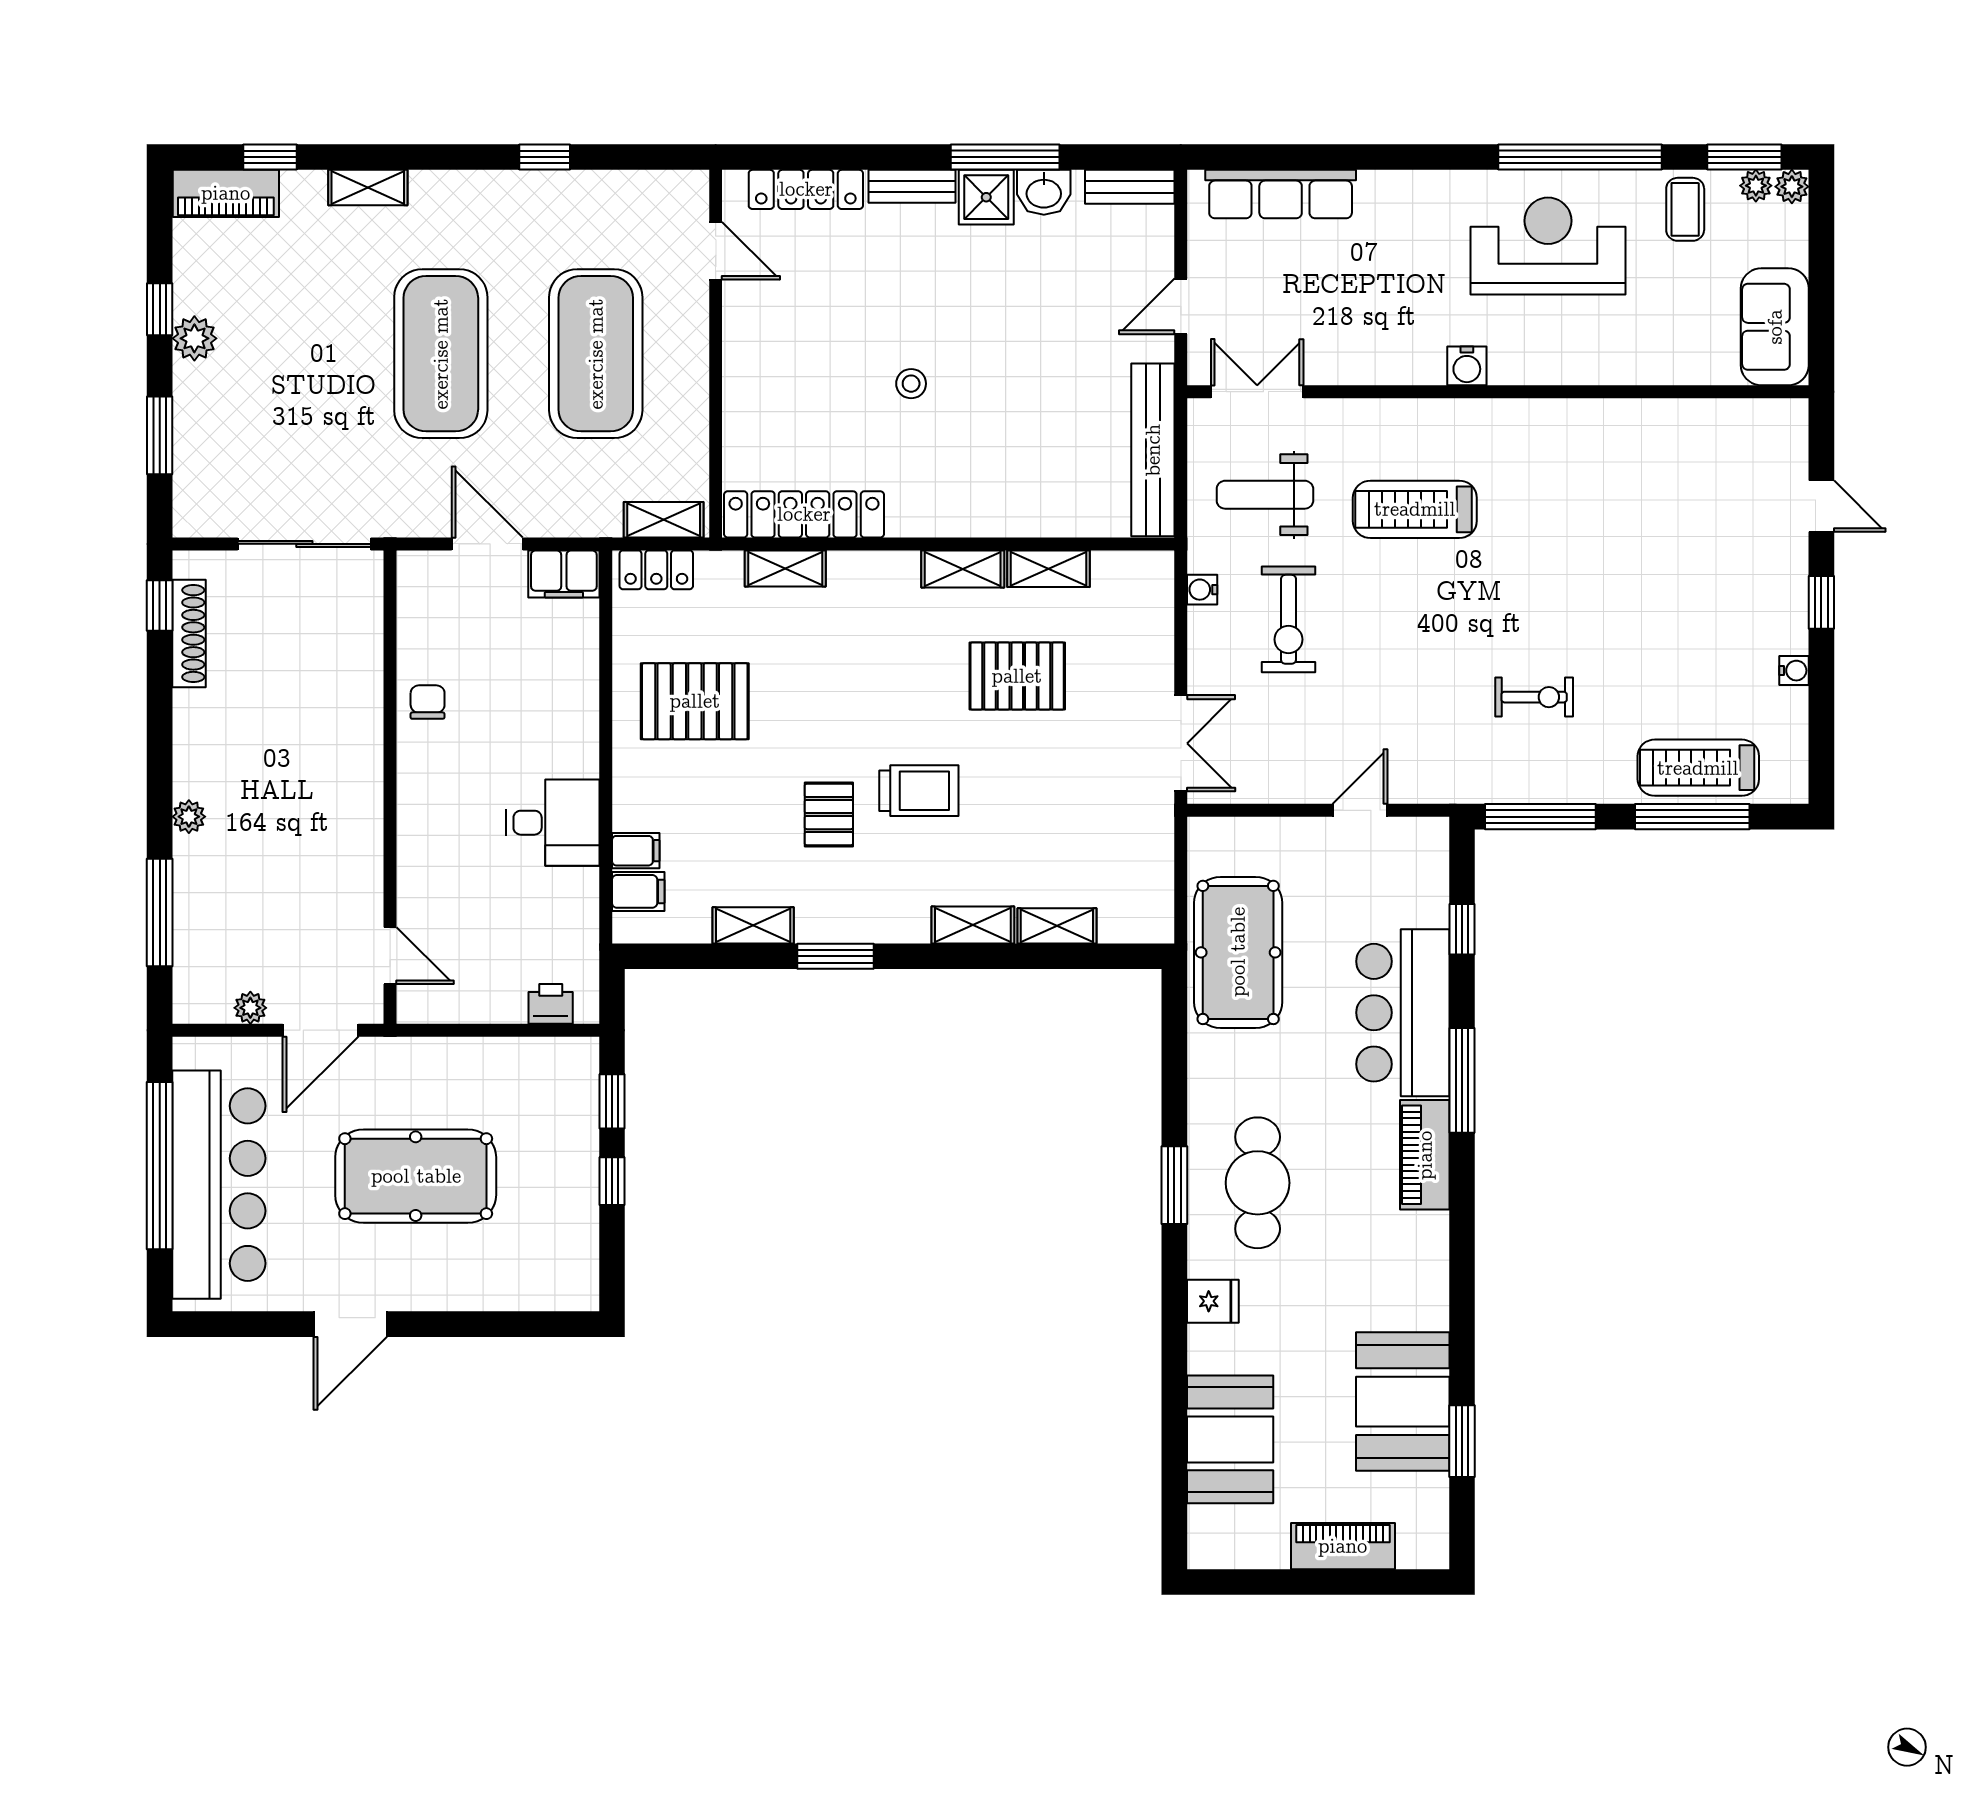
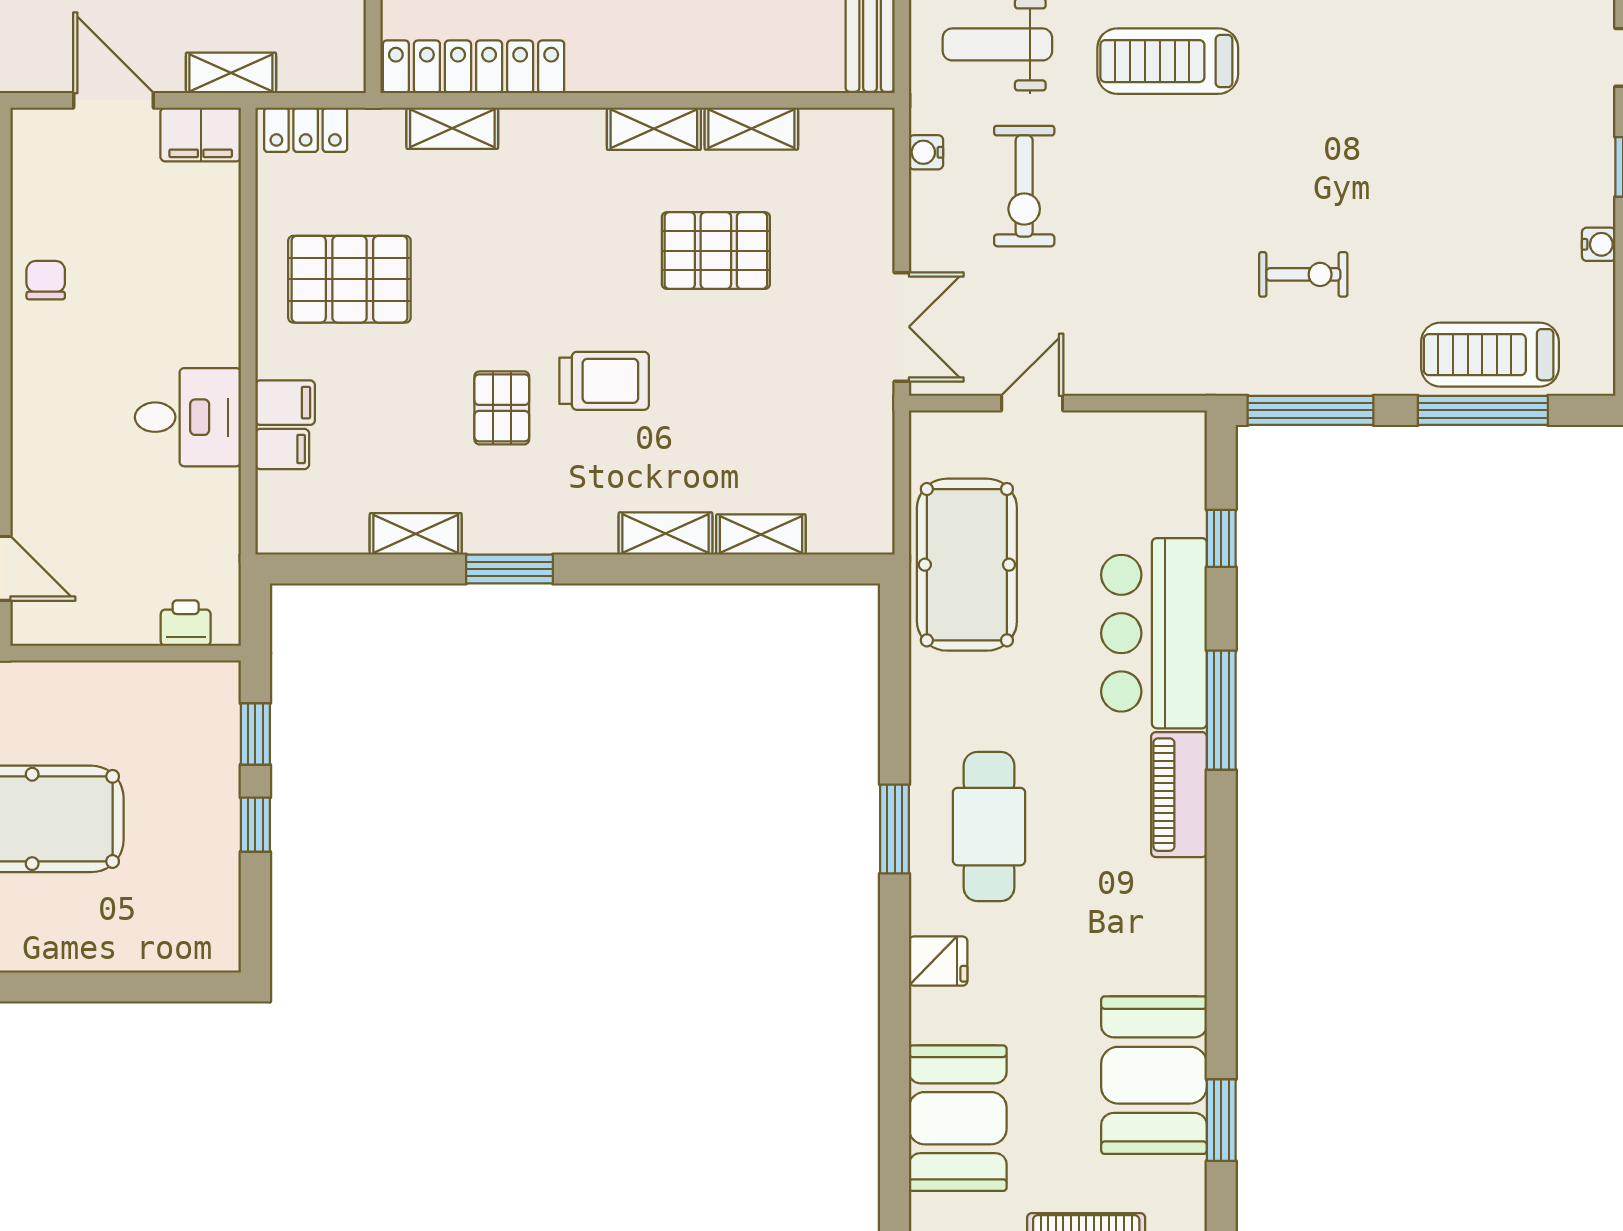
shelving: (664, 520) -> (231, 73), moved
door: (1360, 810) -> (1032, 403), moved
filing cabinet: (638, 891) -> (285, 403), moved

